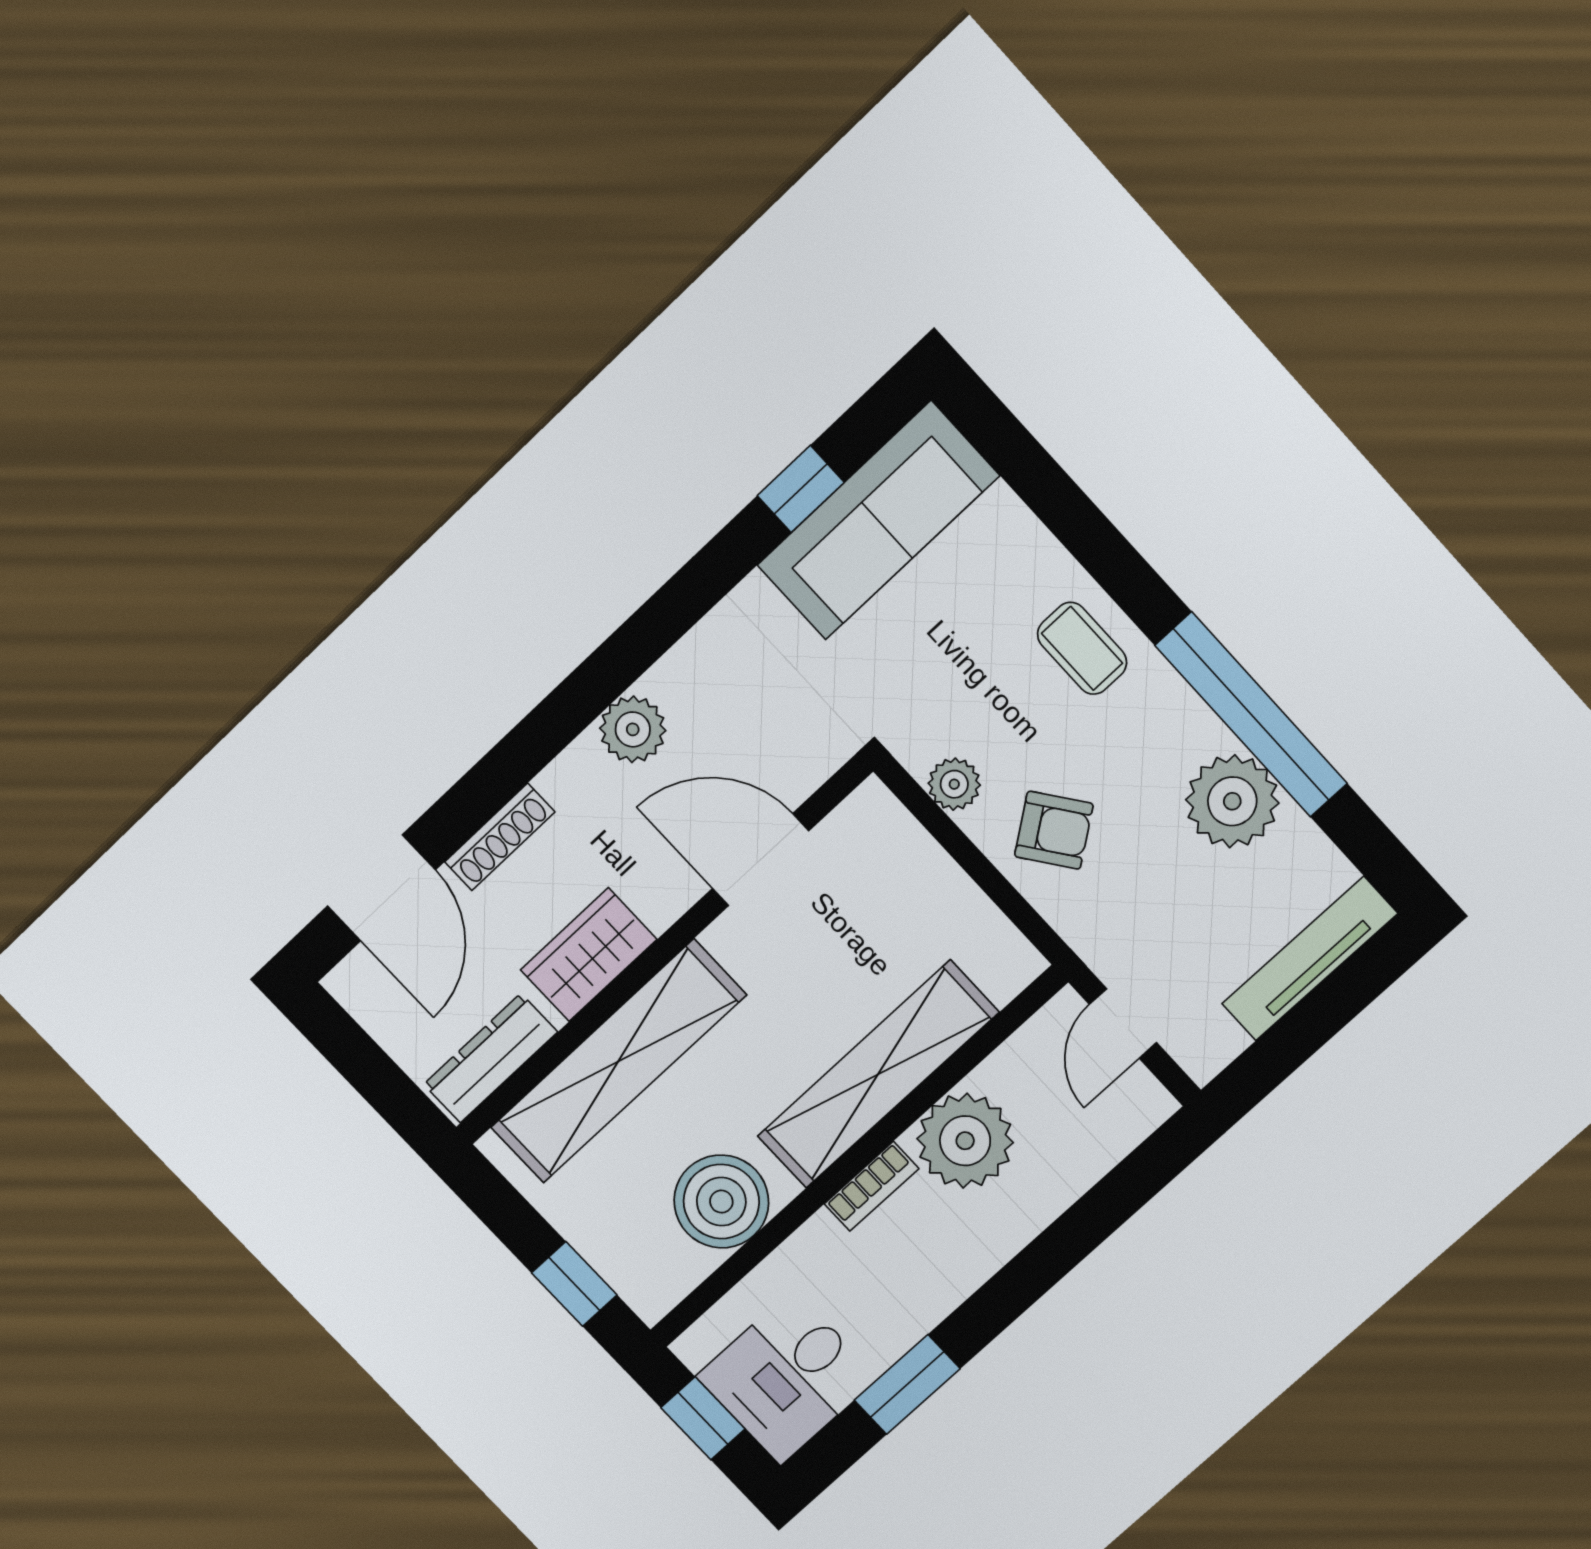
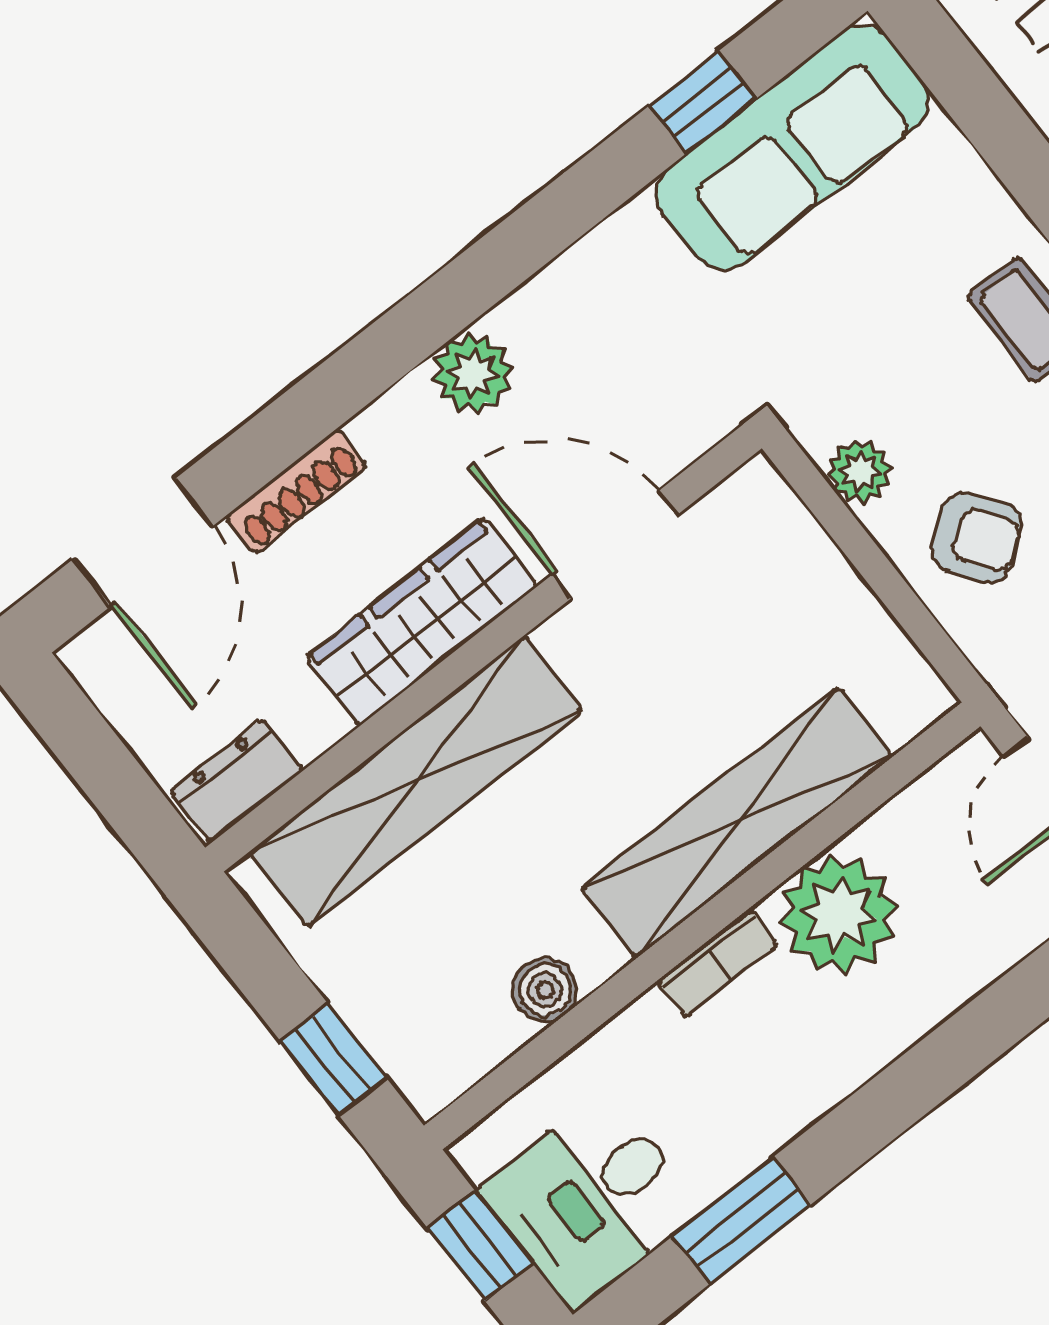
wardrobe: (589, 955) -> (422, 622), width x1.50
dresser: (490, 1058) -> (237, 781), width x0.70
boiler: (721, 1202) -> (545, 990), width x0.54, depth x0.54

